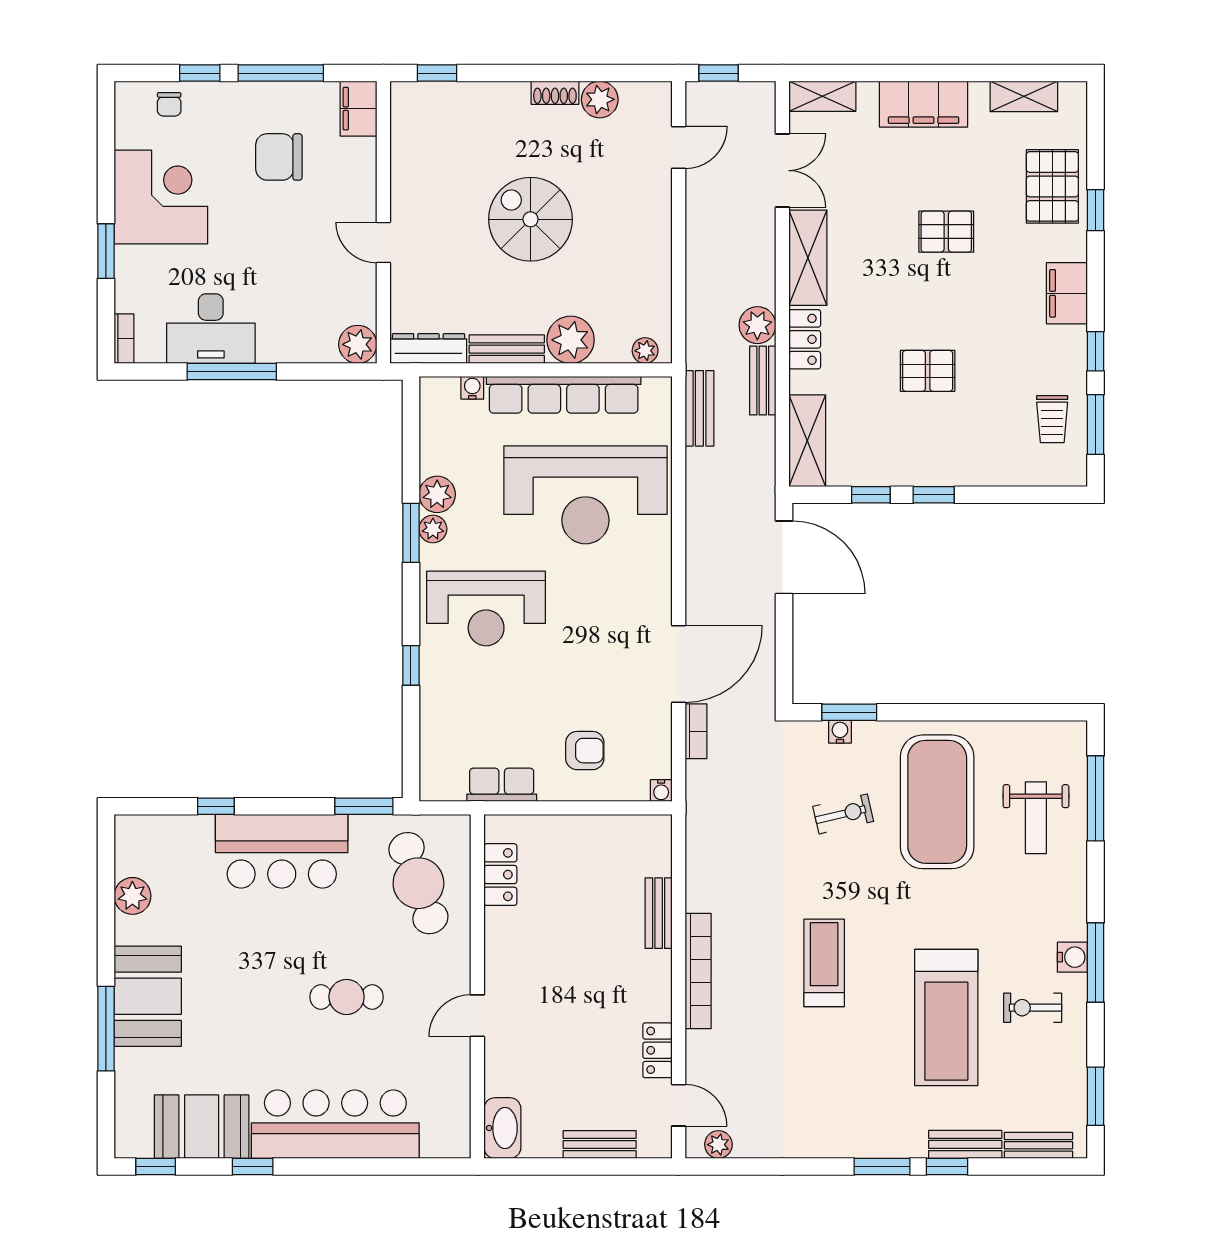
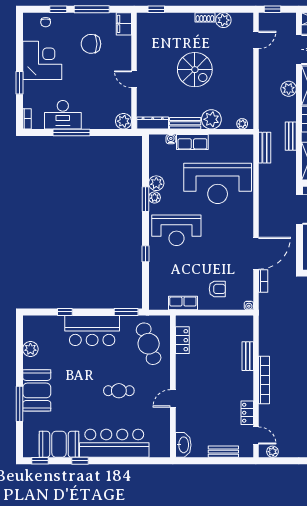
spiral stairs: (530, 219) -> (195, 70), turned 180
plant: (757, 325) -> (289, 89), moved
row of seats: (564, 395) -> (192, 142), width x0.50

